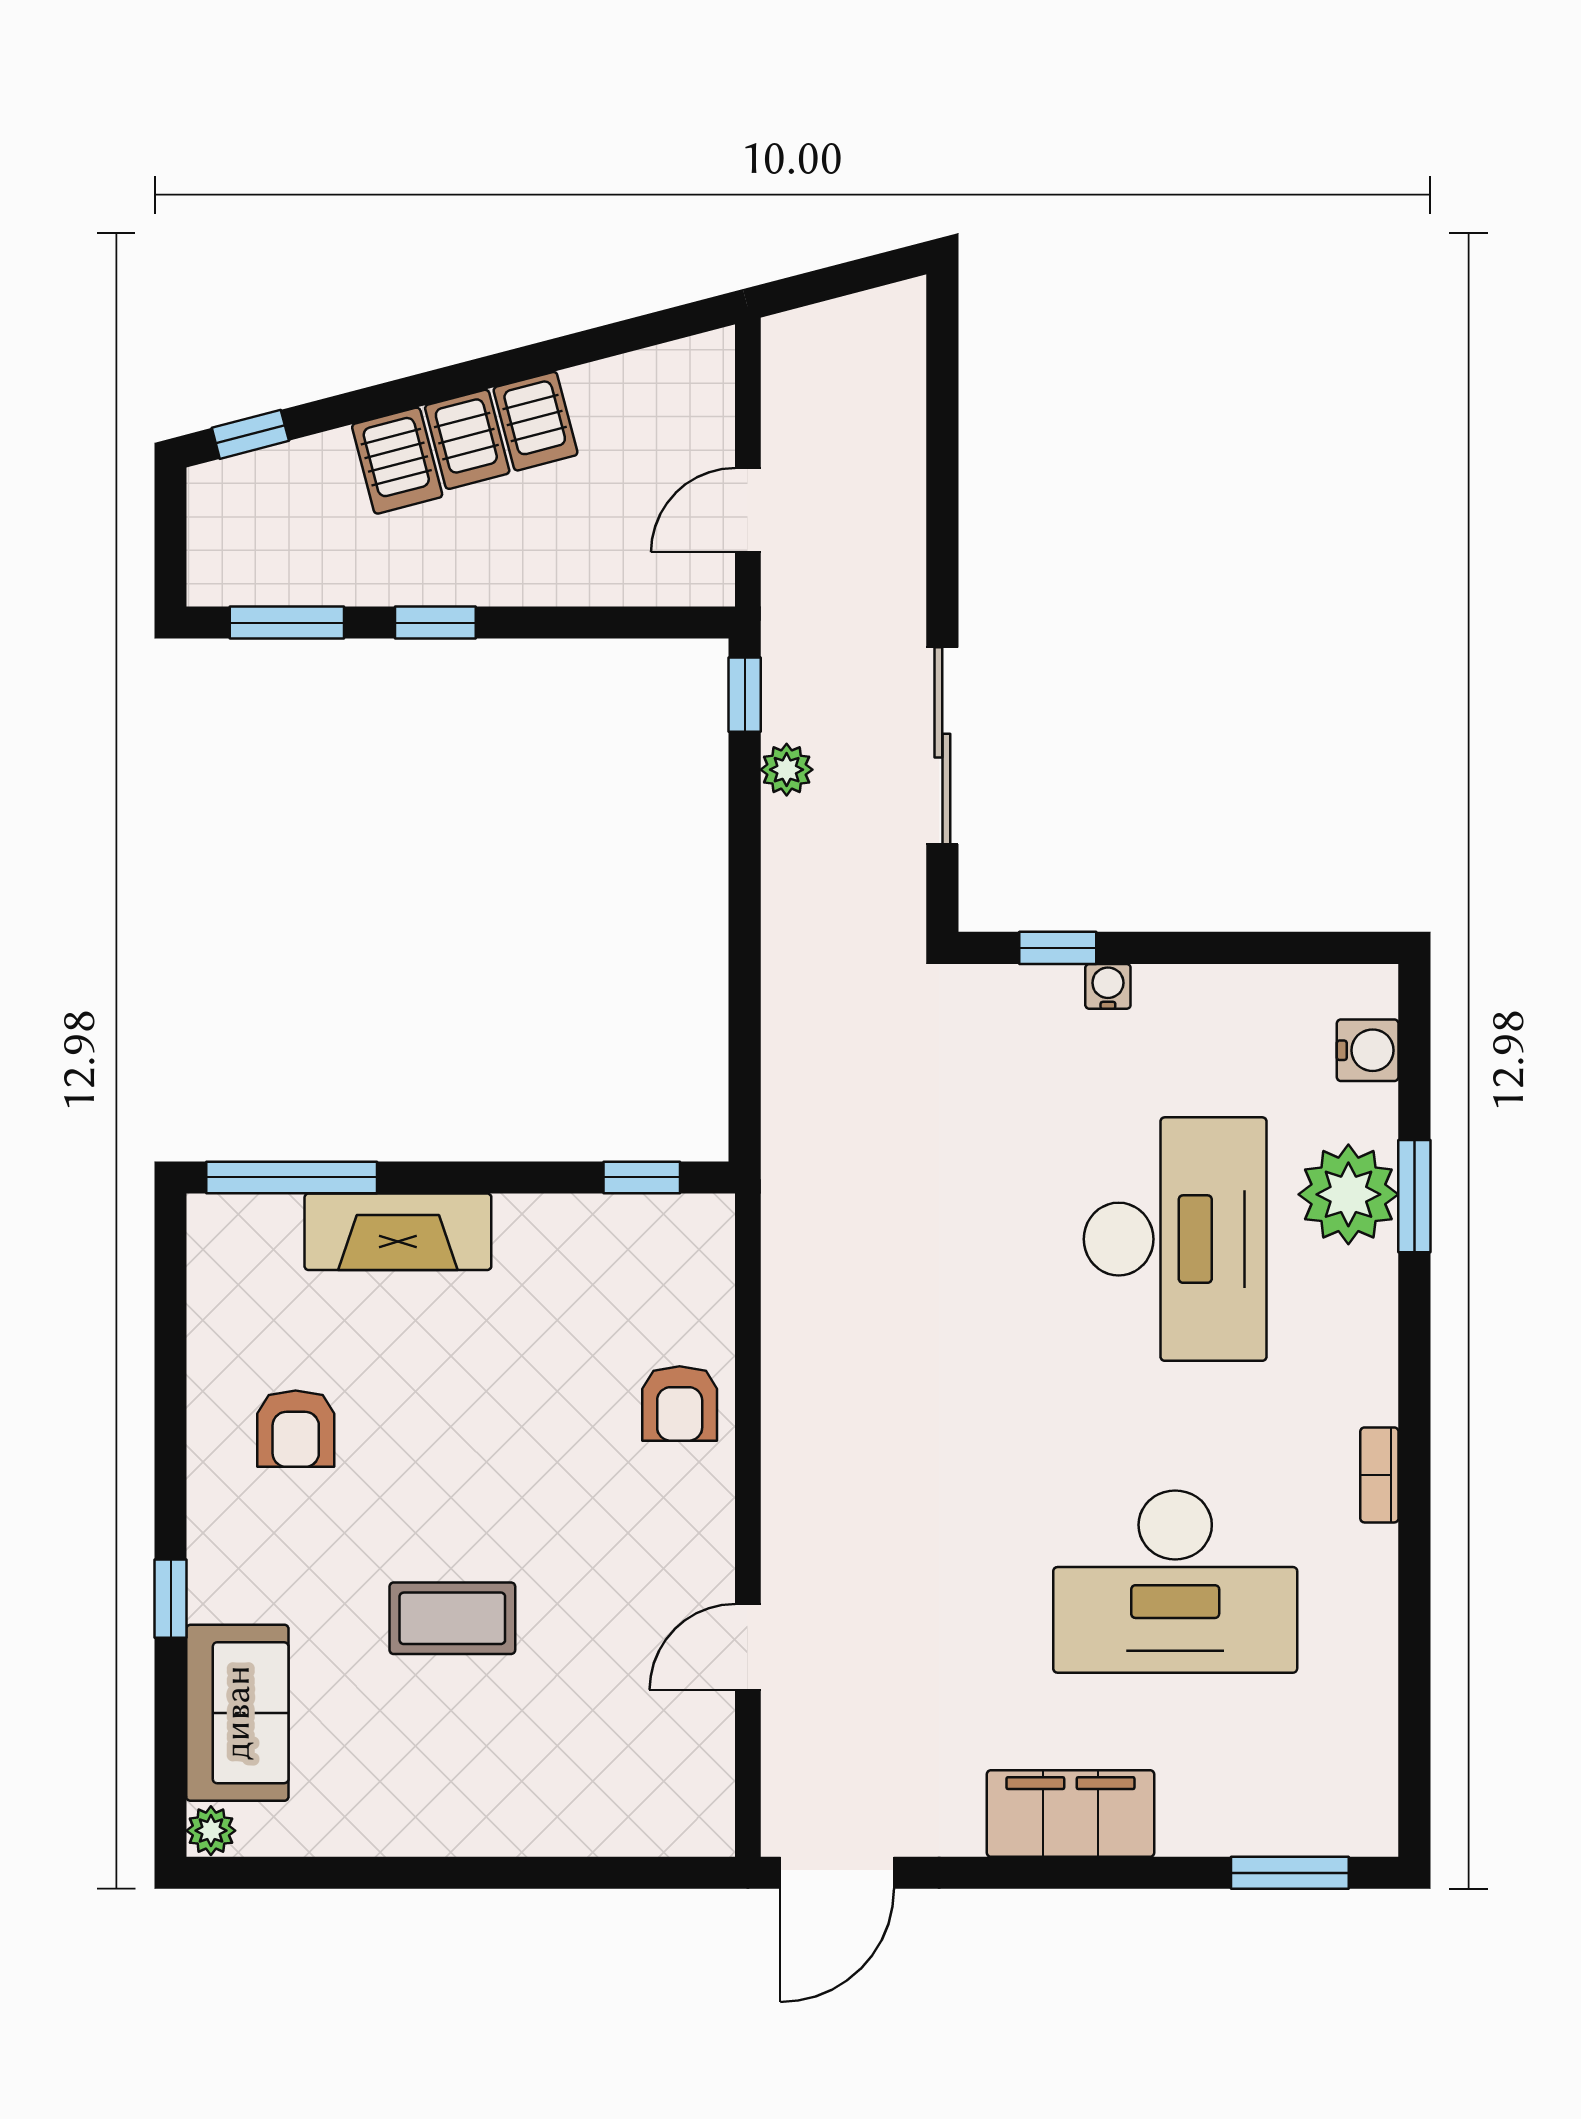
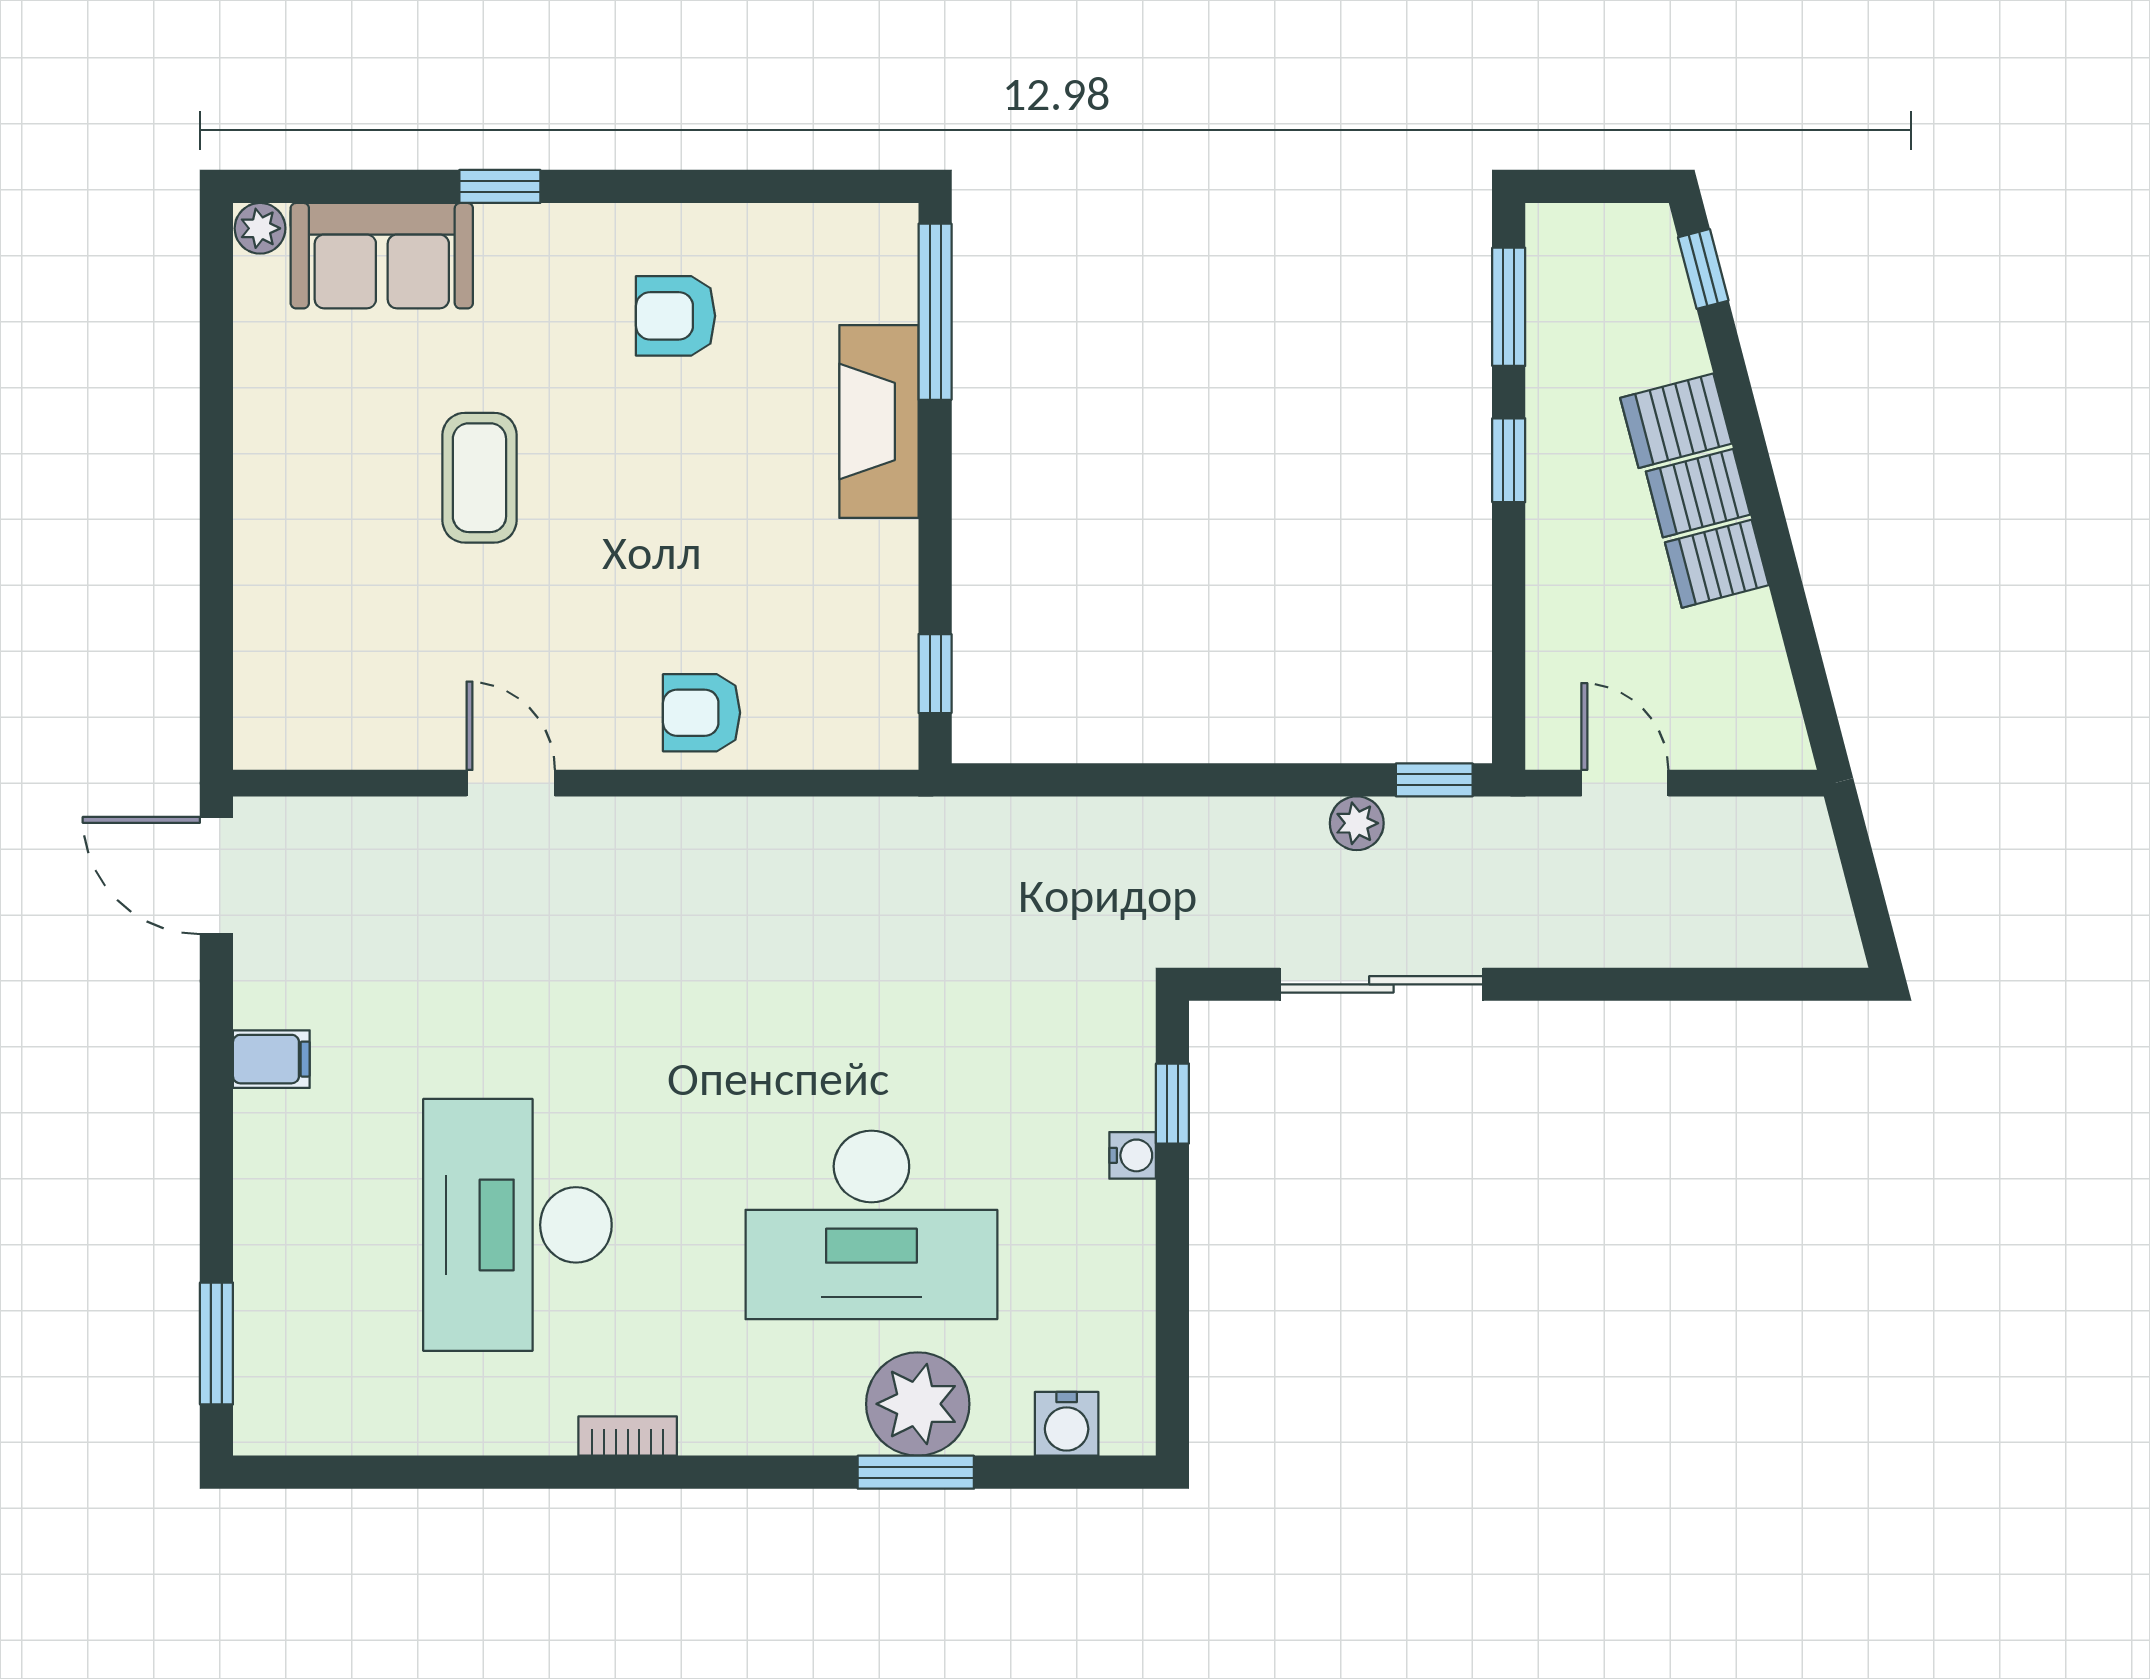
door: (748, 1647) -> (511, 783), moved
filing cabinet: (1070, 1813) -> (271, 1059), width x0.33, depth x0.86

